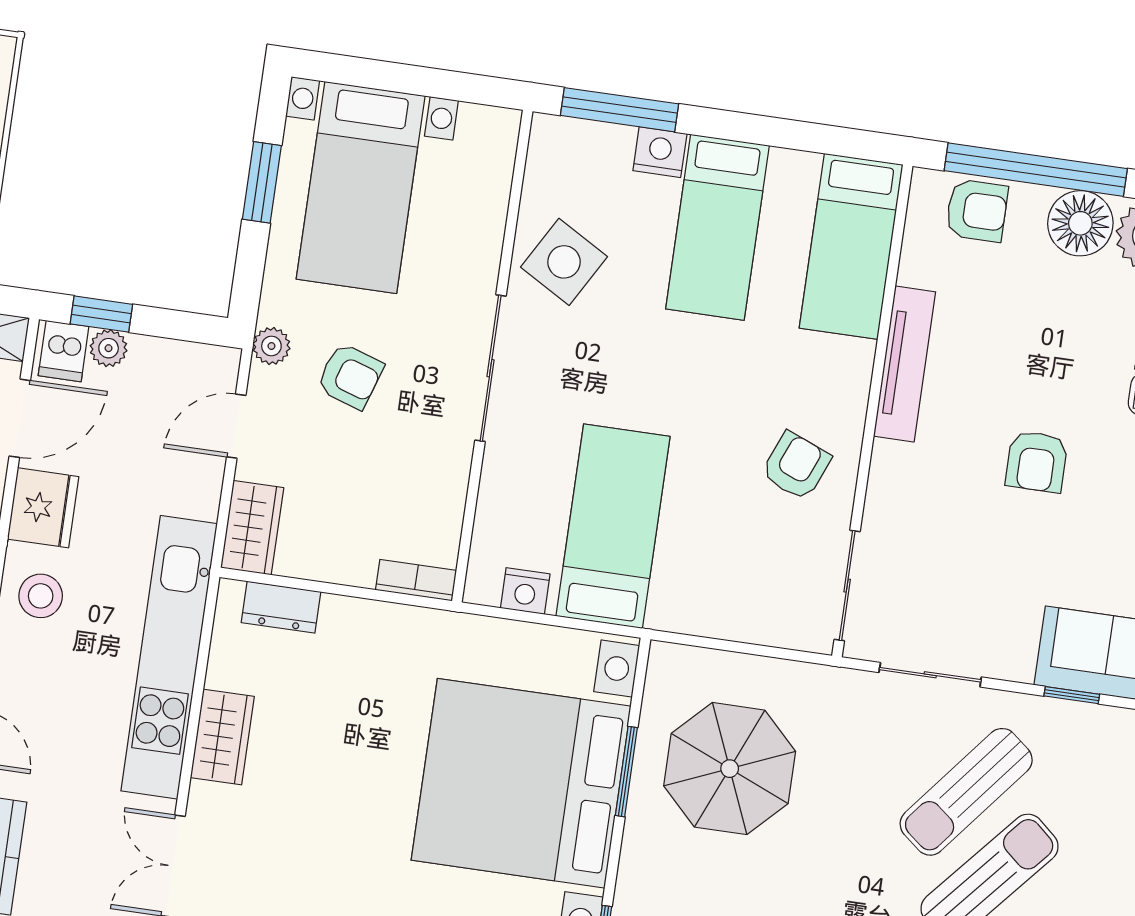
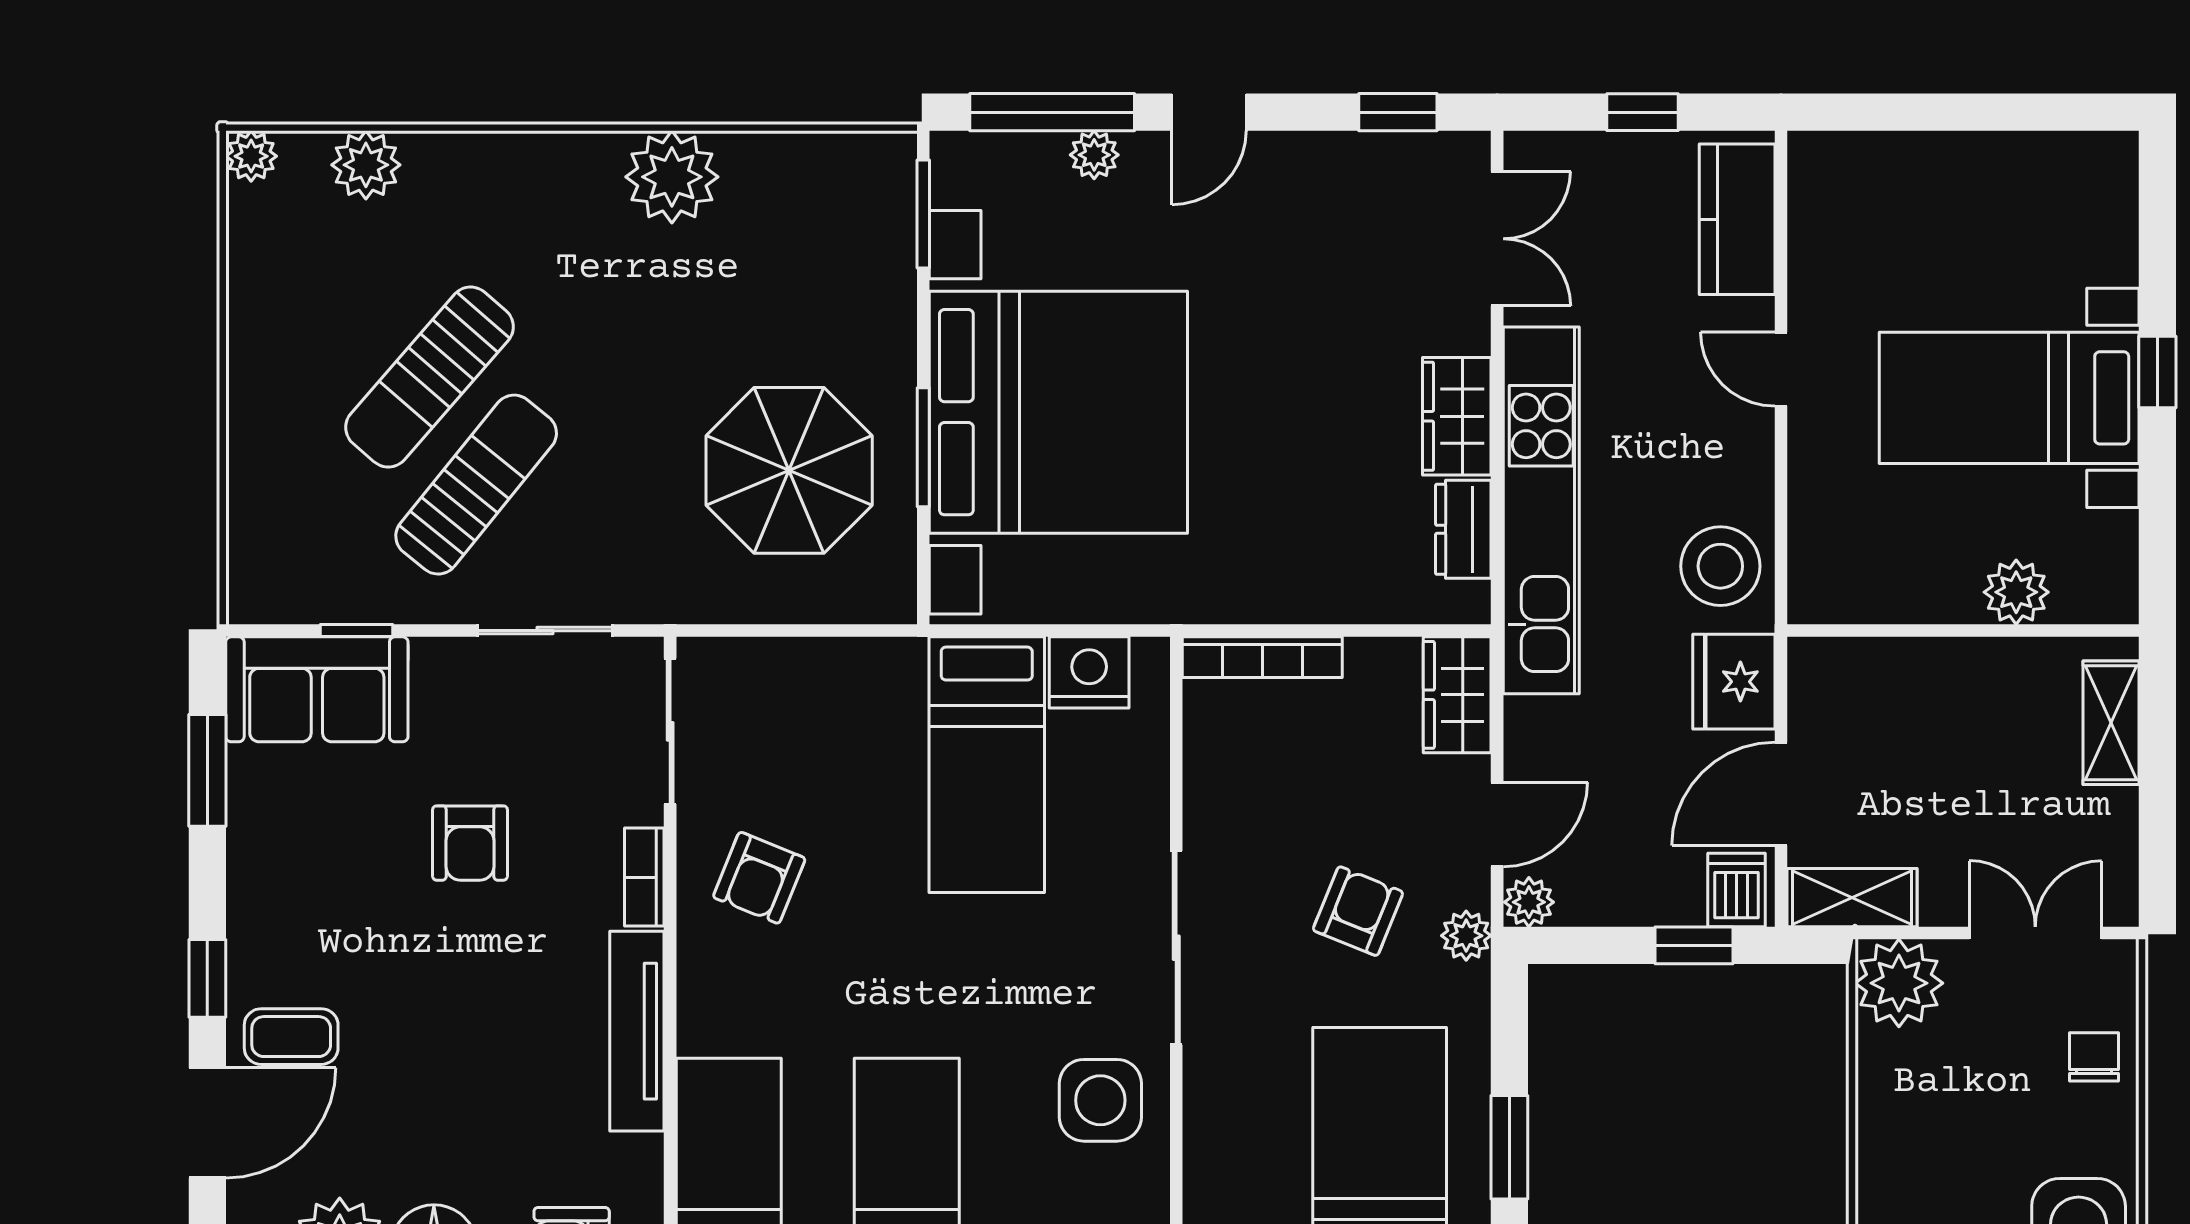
side table: (564, 262) -> (1100, 1100), turned -30
plant: (109, 348) -> (1529, 902), moved
armchair: (350, 376) -> (1358, 911), turned 94
armchair: (1037, 462) -> (470, 843), moved, turned 180
bookcase: (882, 479) -> (644, 877), added
bookcase: (416, 580) -> (1262, 657), width x1.56
nightstand: (525, 591) -> (1089, 672), width x1.36, depth x1.33
stool: (41, 596) -> (1720, 566), width x1.38, depth x1.38
dresser: (281, 607) -> (1463, 529), moved, turned -90

